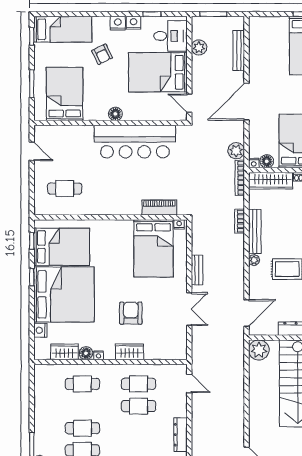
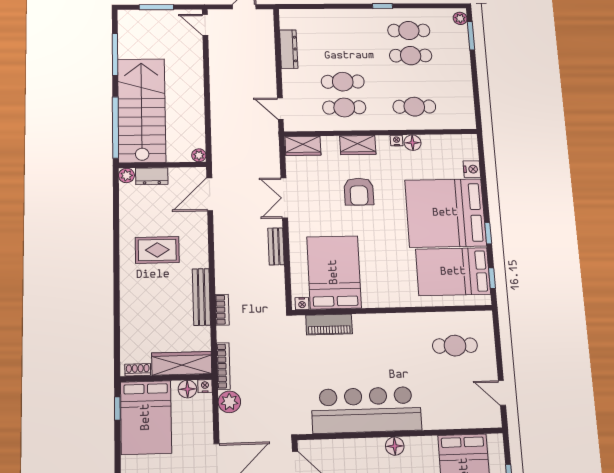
plant: (254, 260) -> (201, 260), removed
plant: (259, 350) -> (199, 155), width x0.53, depth x0.53
wardrobe: (64, 352) -> (303, 146), moved

